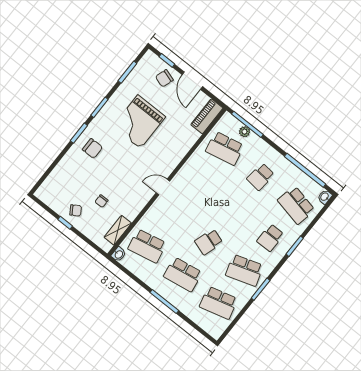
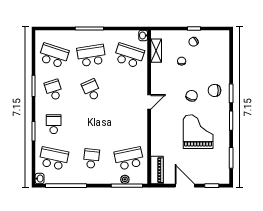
chair: (164, 78) -> (192, 96), moved
school desk: (209, 242) -> (91, 90), turned -42
school desk: (147, 246) -> (129, 56), turned 30
school desk: (244, 270) -> (54, 90), width x0.54
school desk: (219, 303) -> (54, 56), turned 33

